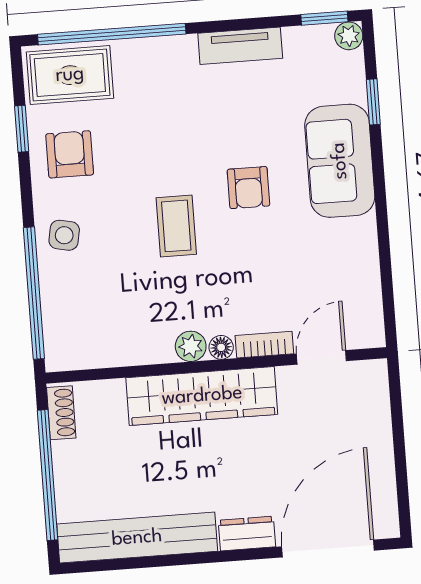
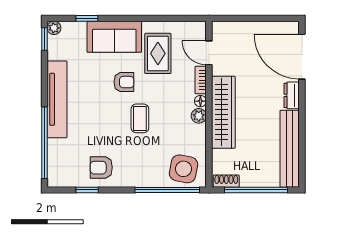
tv unit: (240, 46) -> (57, 99), width x1.92, depth x1.29
rug: (70, 75) -> (158, 53), moved
coffee table: (176, 226) -> (140, 118), turned 90
side table: (64, 235) -> (183, 169), moved, width x1.87, depth x1.87

